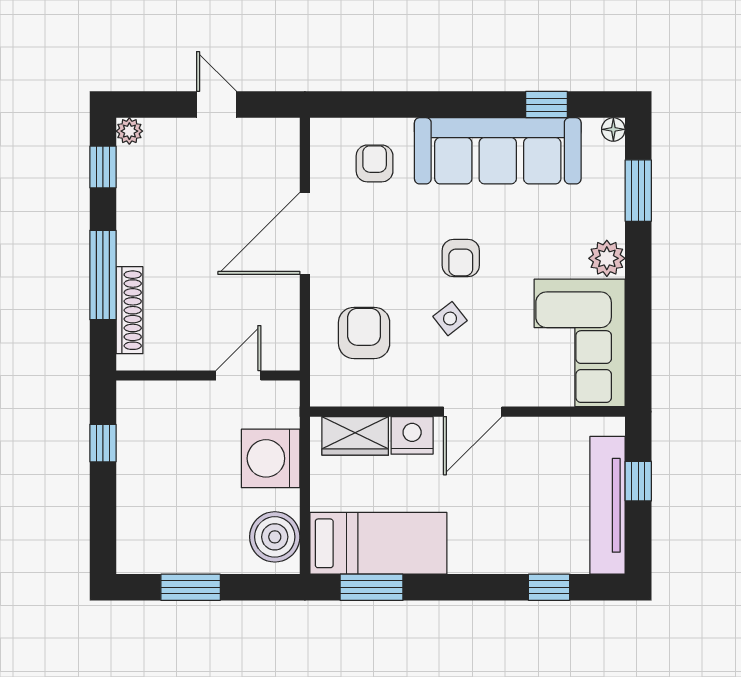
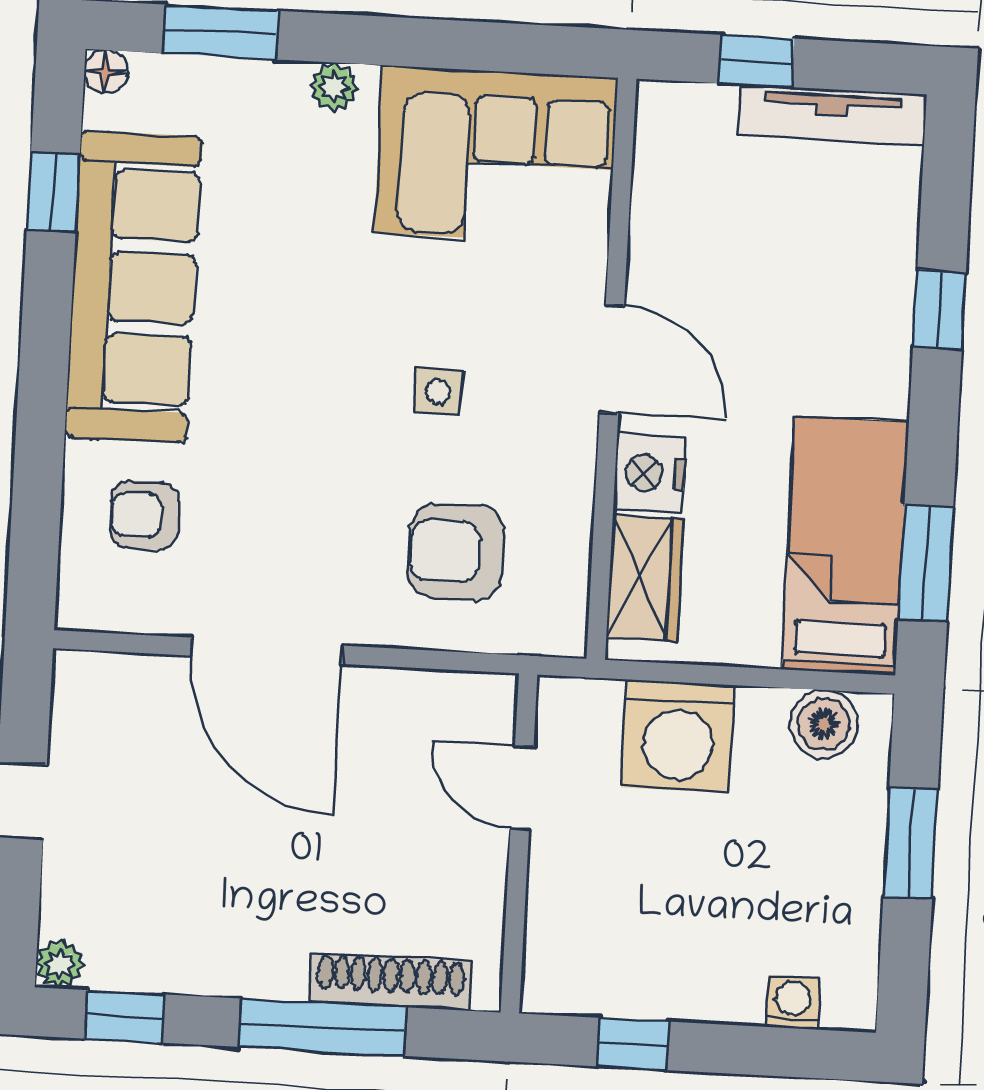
armchair: (461, 258) -> (328, 366), removed
plant: (607, 258) -> (334, 87), width x0.73, depth x0.73
side table: (450, 319) -> (438, 392), turned 38
tv unit: (607, 505) -> (832, 115), width x0.73, depth x0.78
washing machine: (130, 528) -> (793, 1002), added
boiler: (275, 537) -> (824, 724), width x0.73, depth x0.73
window: (191, 587) -> (911, 844), moved
window: (549, 587) -> (939, 310), moved

